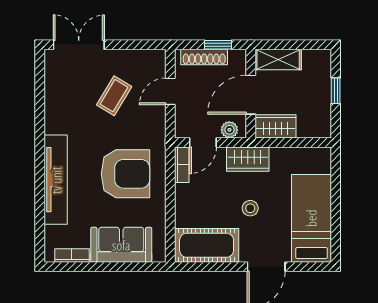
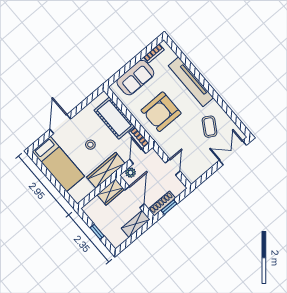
double door: (79, 45) -> (233, 153), swing flipped
shoe rack: (204, 57) -> (162, 203), moved
coffee table: (114, 96) -> (210, 127), moved
wardrobe: (248, 159) -> (106, 170), width x1.50
cot: (207, 245) -> (114, 118), moved, turned 90

